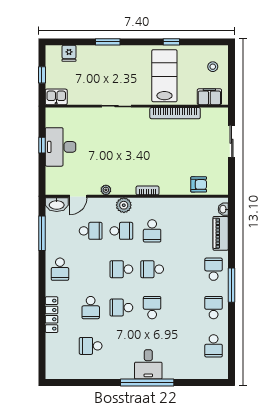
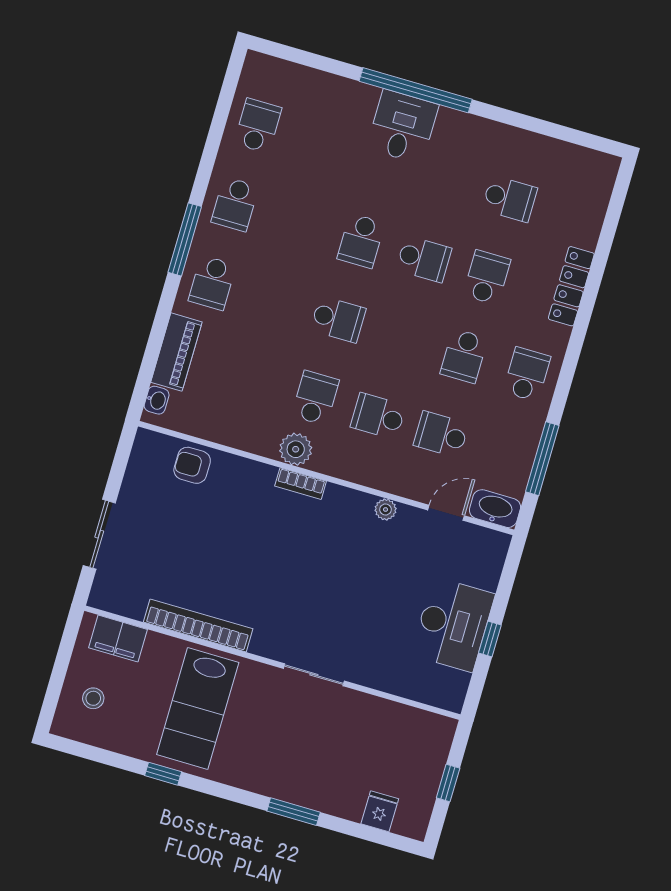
kitchen sink: (56, 97) -> (432, 730), removed
plant: (124, 205) -> (296, 449), moved
school desk: (121, 269) -> (464, 356), moved, turned 90

